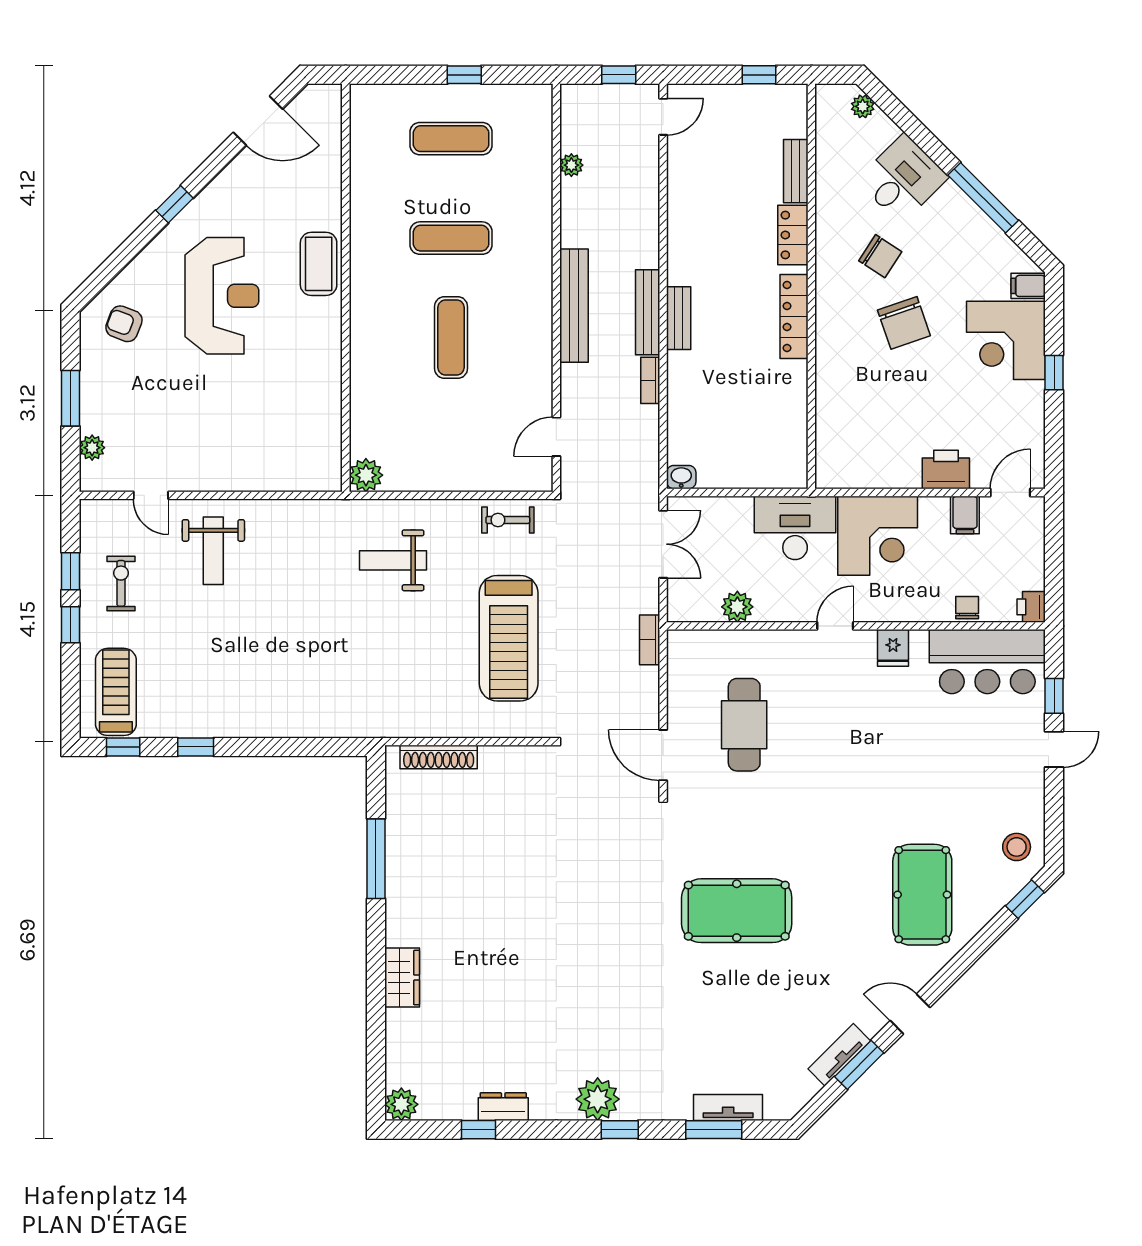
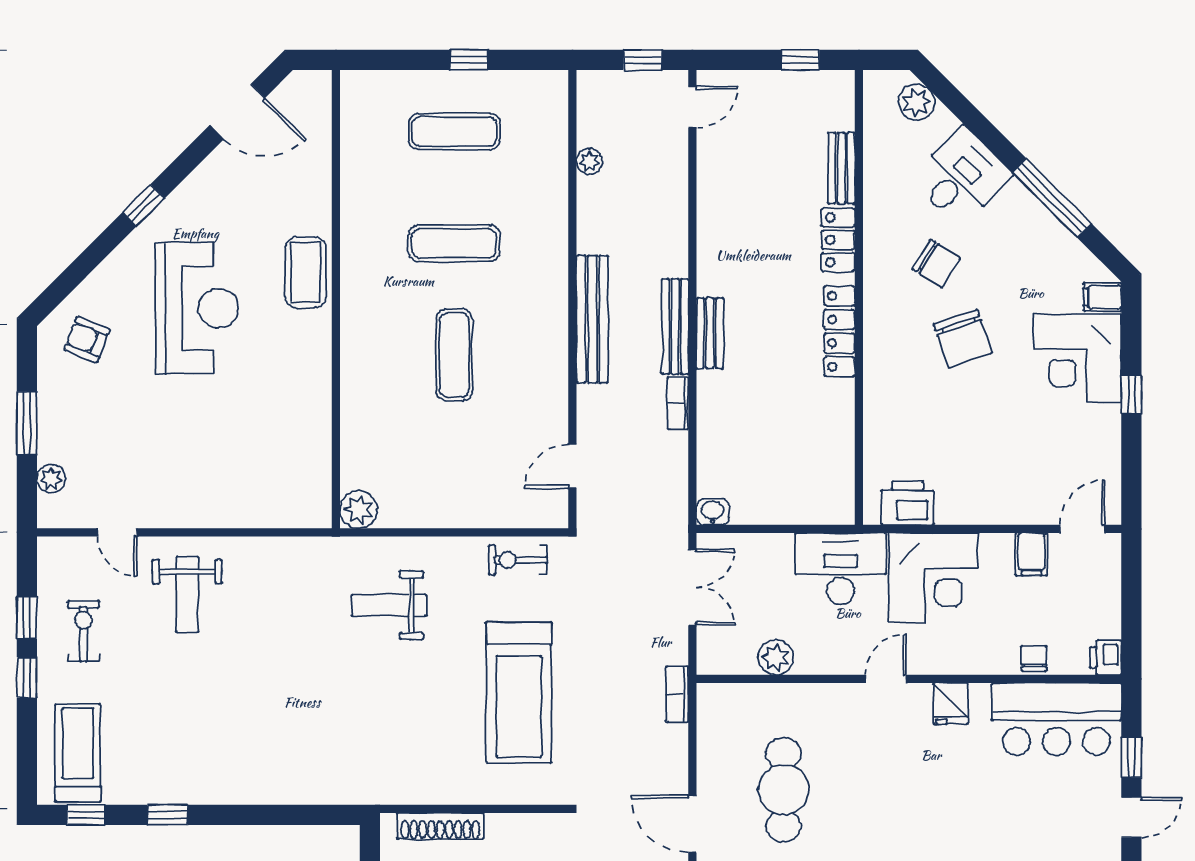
plant: (863, 106) -> (917, 102), width x1.38, depth x1.38
printer: (946, 470) -> (908, 503), moved

